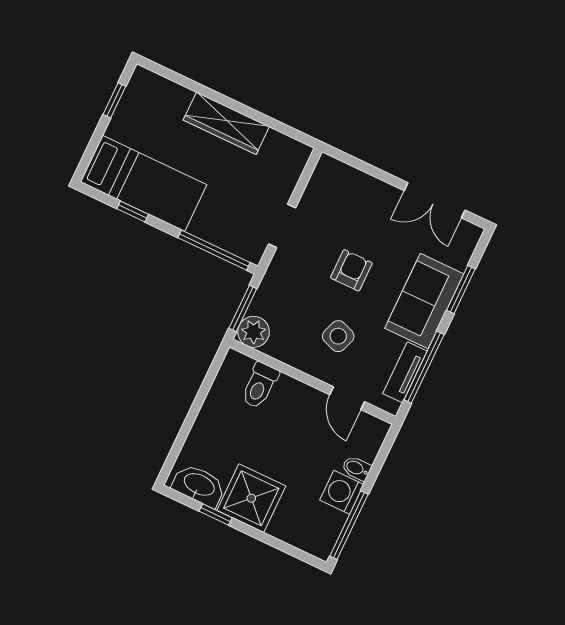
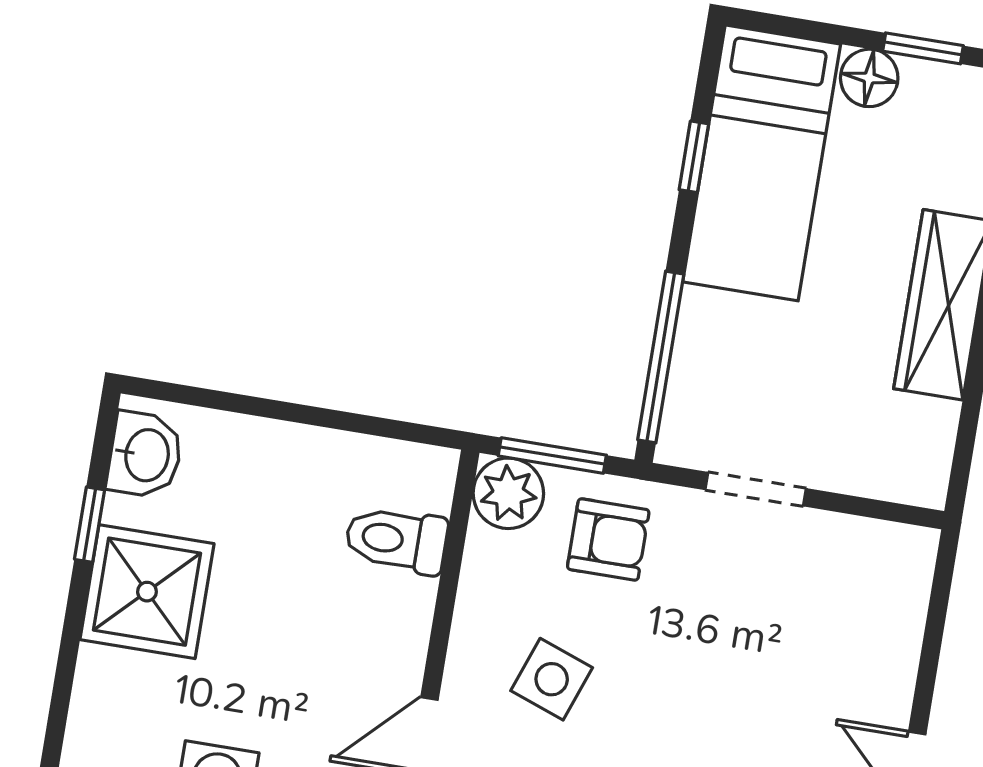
floor lamp: (120, 127) -> (869, 78), added
armchair: (351, 270) -> (608, 539), moved
washbasin: (199, 485) -> (145, 455), width x0.72

